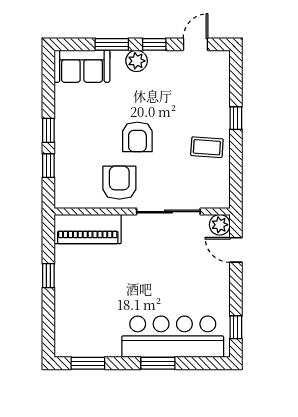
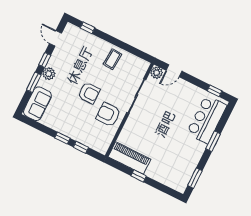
window: (236, 118) -> (88, 28), moved
piano: (88, 229) -> (129, 158), moved, turned -90
bar counter: (173, 337) -> (207, 119), width x0.73

